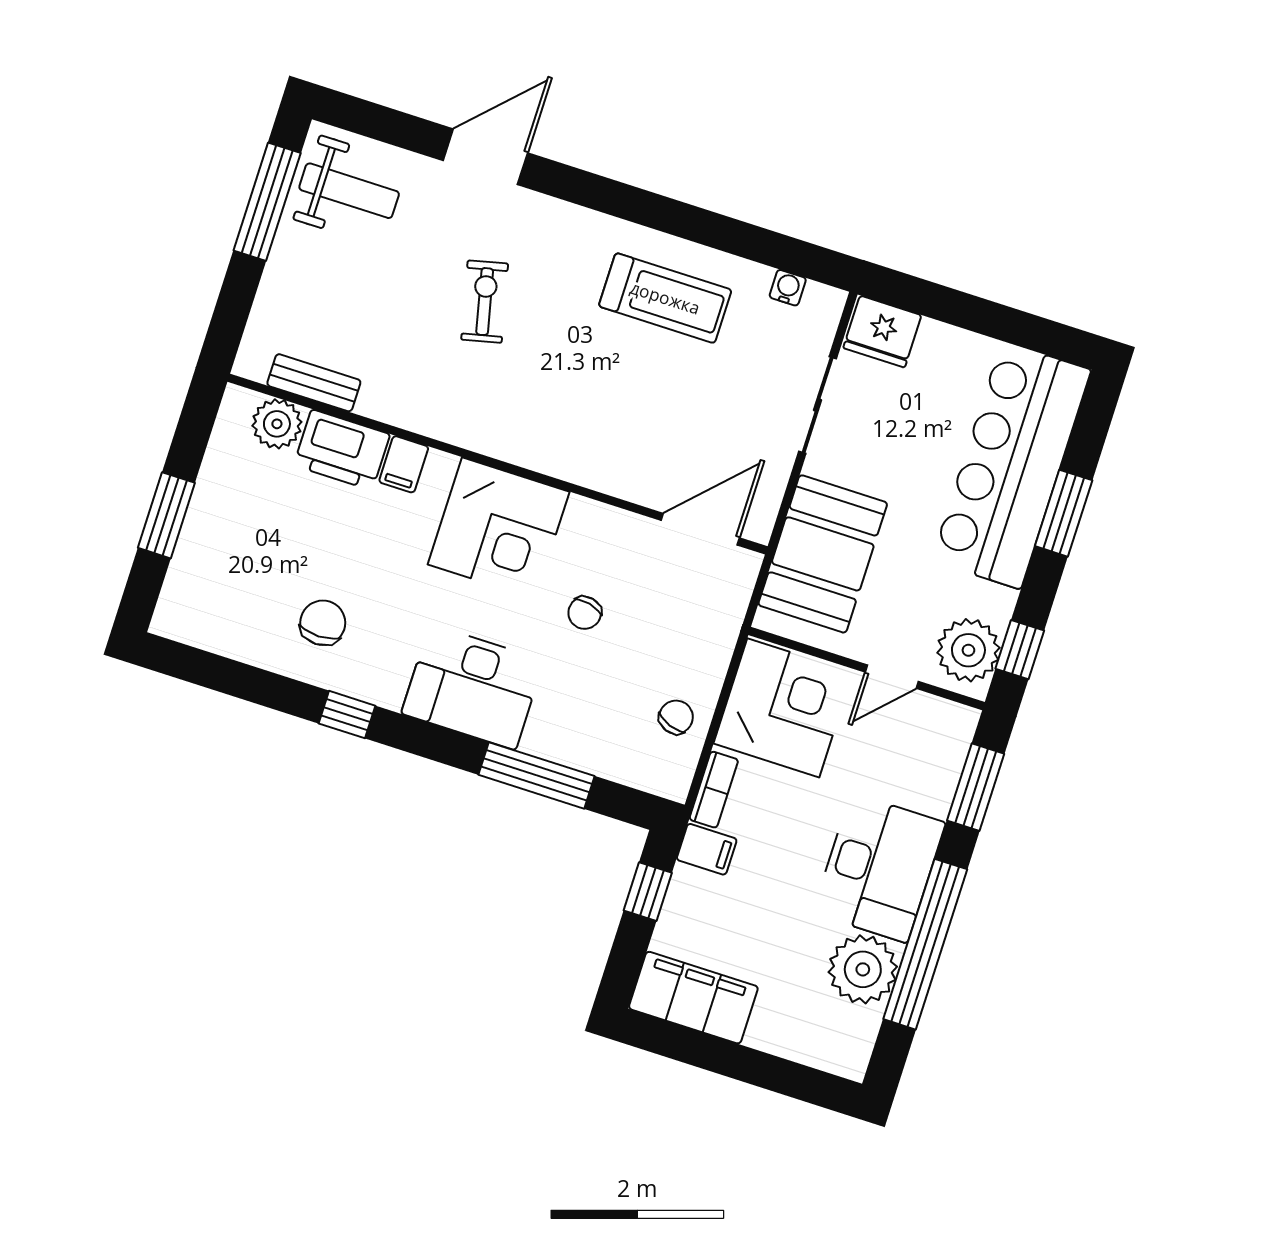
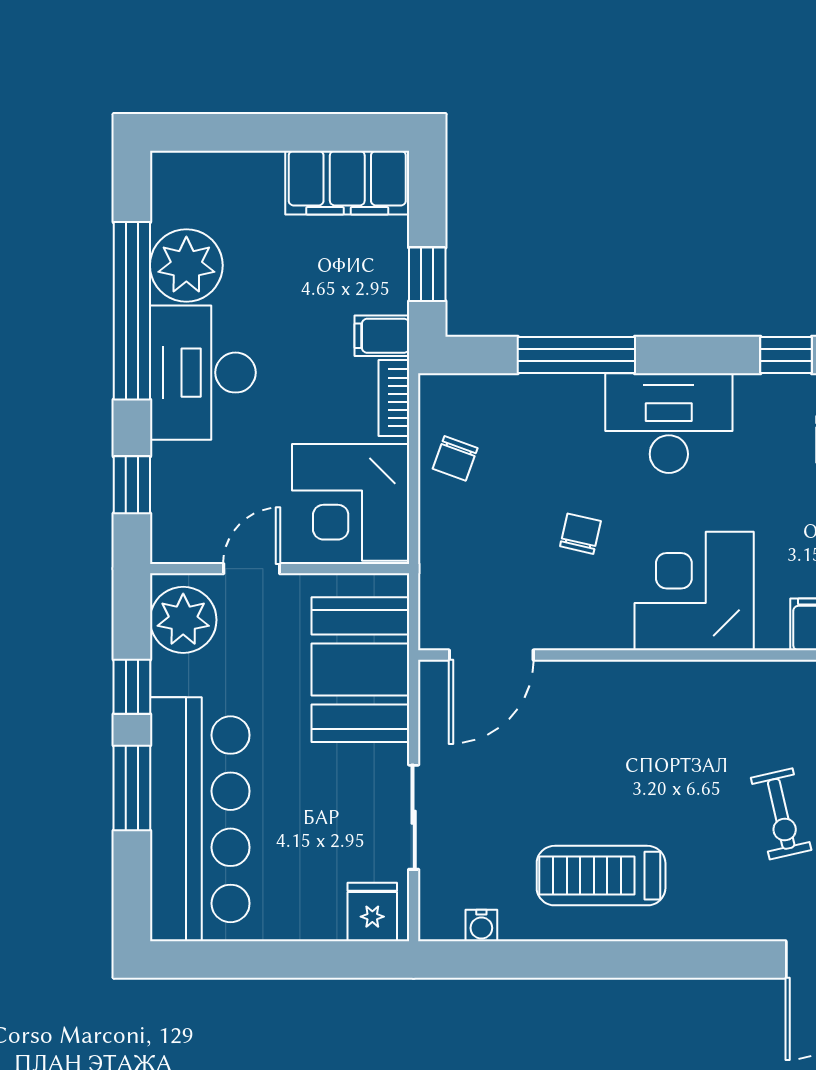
fridge: (882, 332) -> (372, 912), width x0.72
window: (1020, 650) -> (132, 687), moved
window: (976, 787) -> (132, 485), width x0.67

